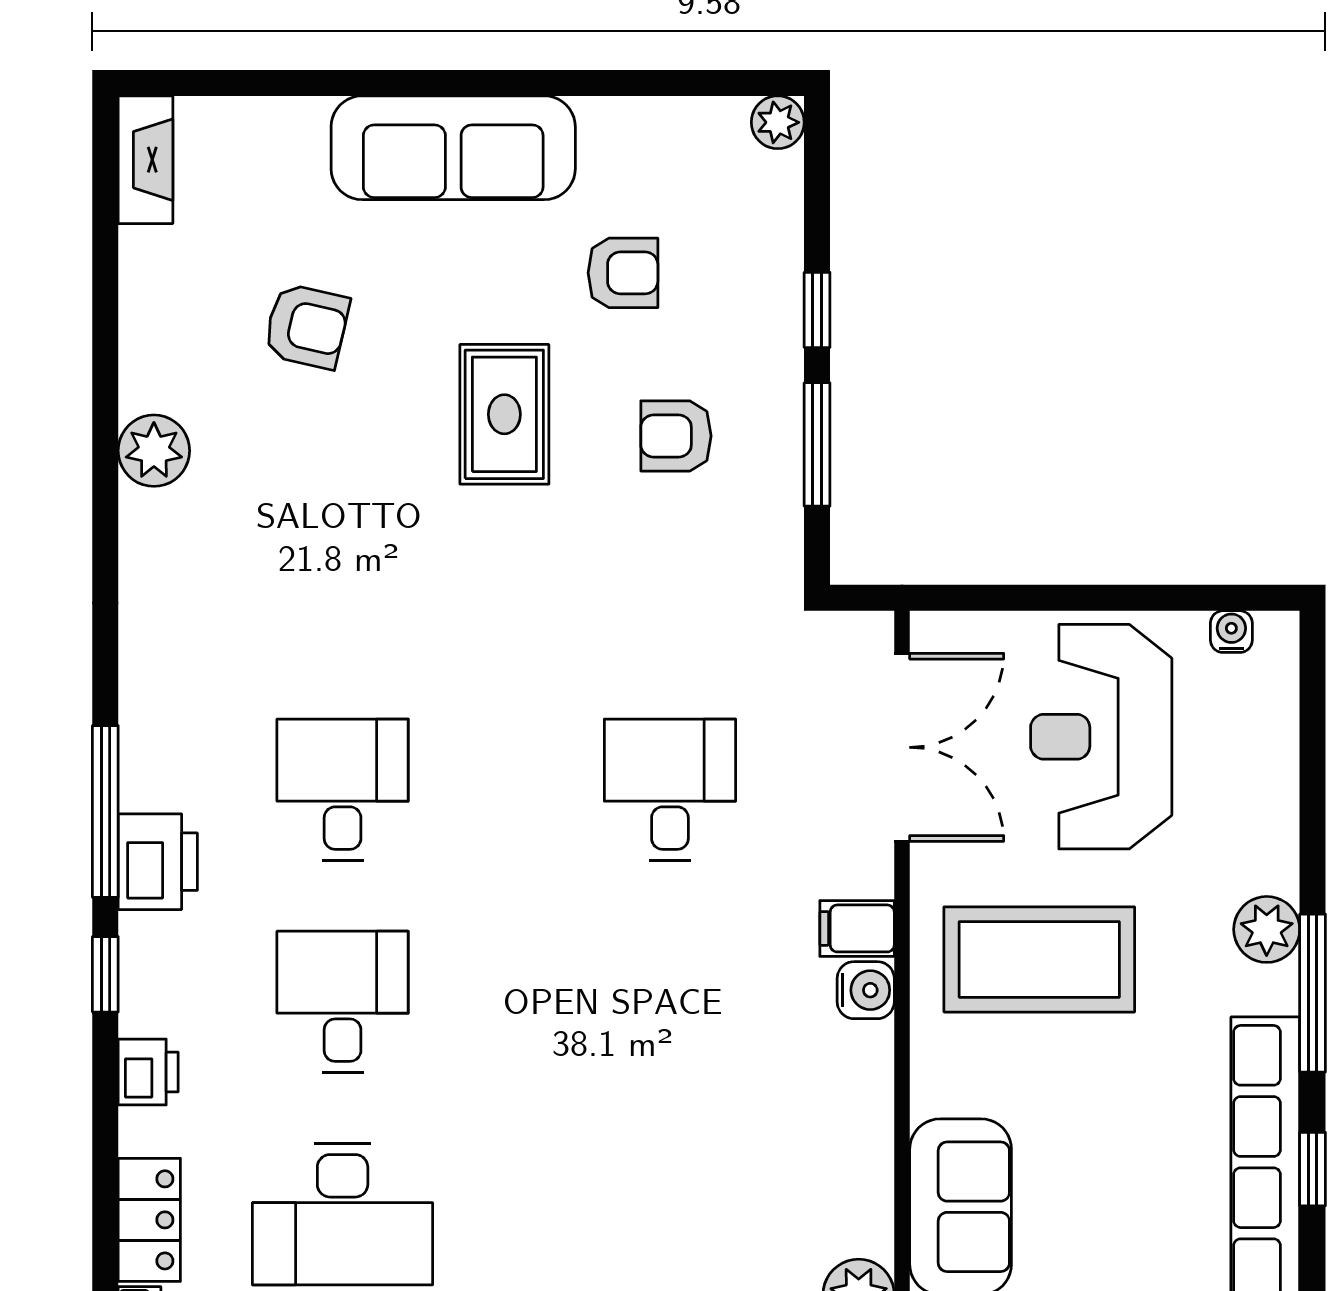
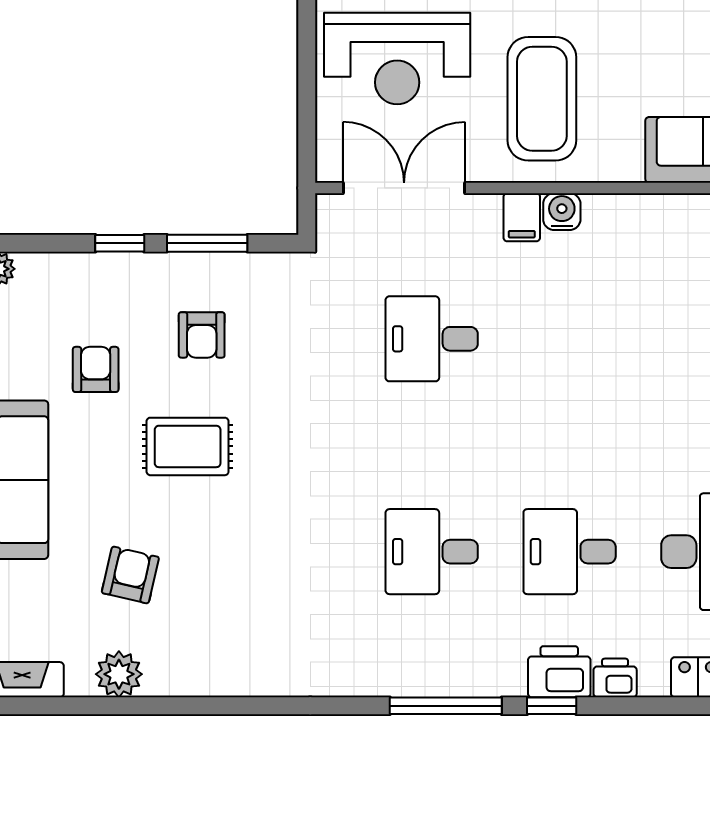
plant: (154, 451) -> (119, 674), moved
printer: (158, 862) -> (559, 672), moved

